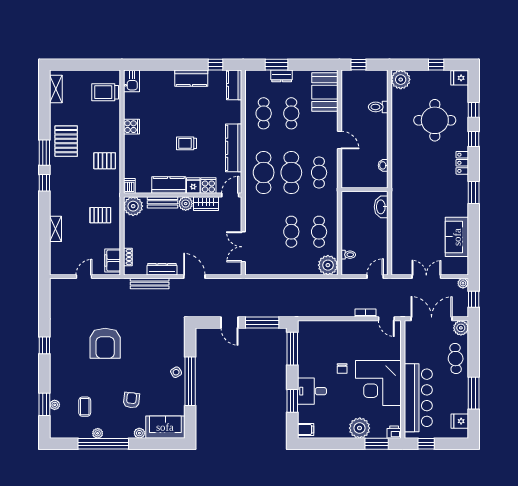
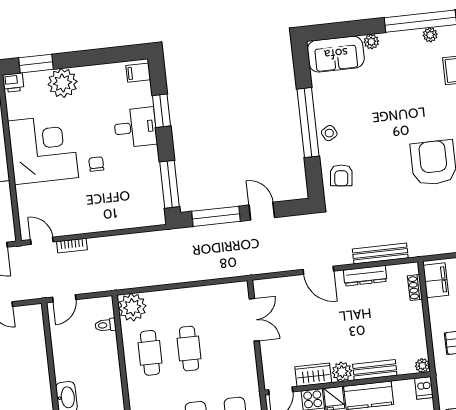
plant: (133, 206) -> (422, 366), width x0.53, depth x0.53
armchair: (131, 400) -> (341, 175), moved

